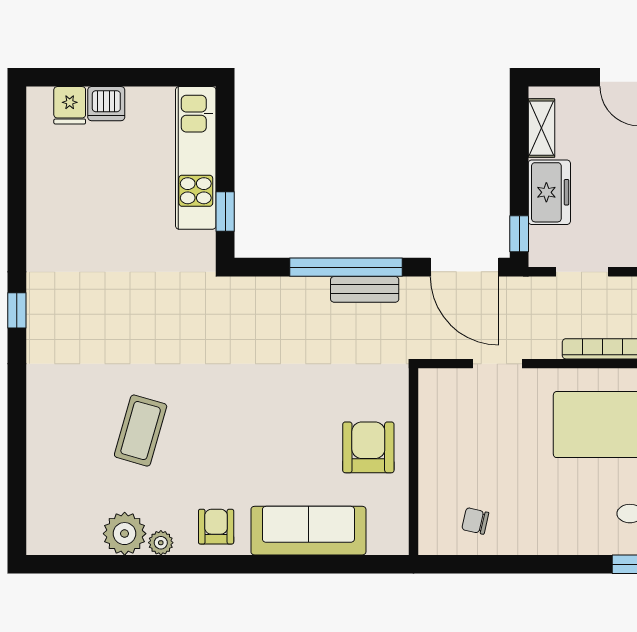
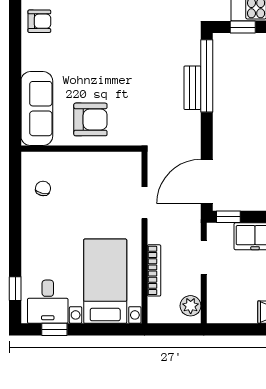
window: (346, 267) -> (207, 76), moved
bench: (365, 289) -> (192, 88), moved
sofa: (308, 531) -> (37, 109), moved

